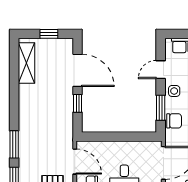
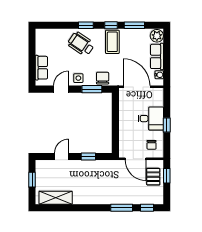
door: (77, 70) -> (62, 156), width x0.53
door: (161, 70) -> (61, 89), swing flipped
door: (75, 161) -> (135, 159), swing flipped

